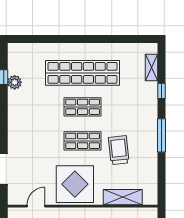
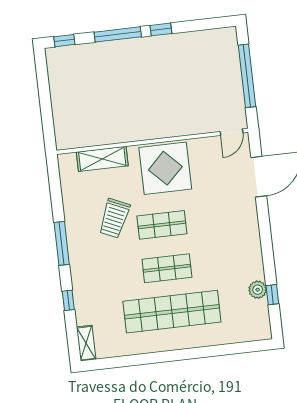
shelving: (152, 67) -> (86, 343), moved
trolley: (119, 150) -> (114, 218), turned 30
door: (36, 206) -> (231, 132), moved

